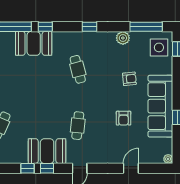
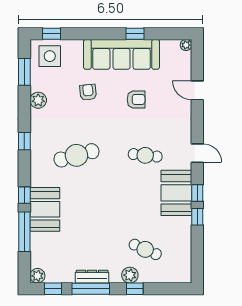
window: (146, 27) -> (24, 72), width x0.69
cafe table: (78, 69) -> (76, 155), width x1.37, depth x1.35

